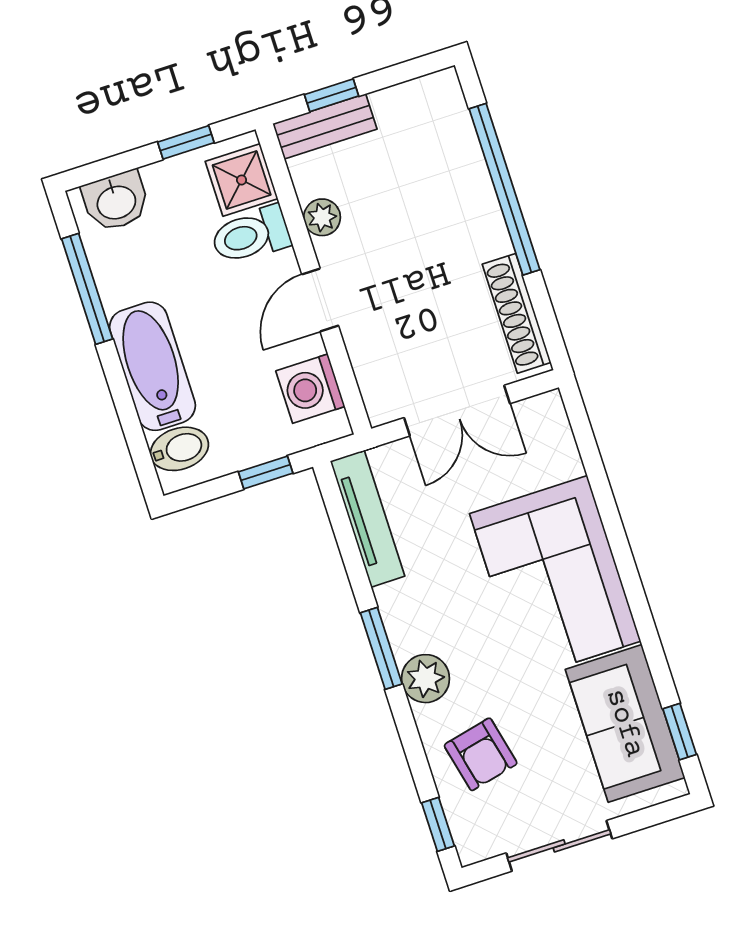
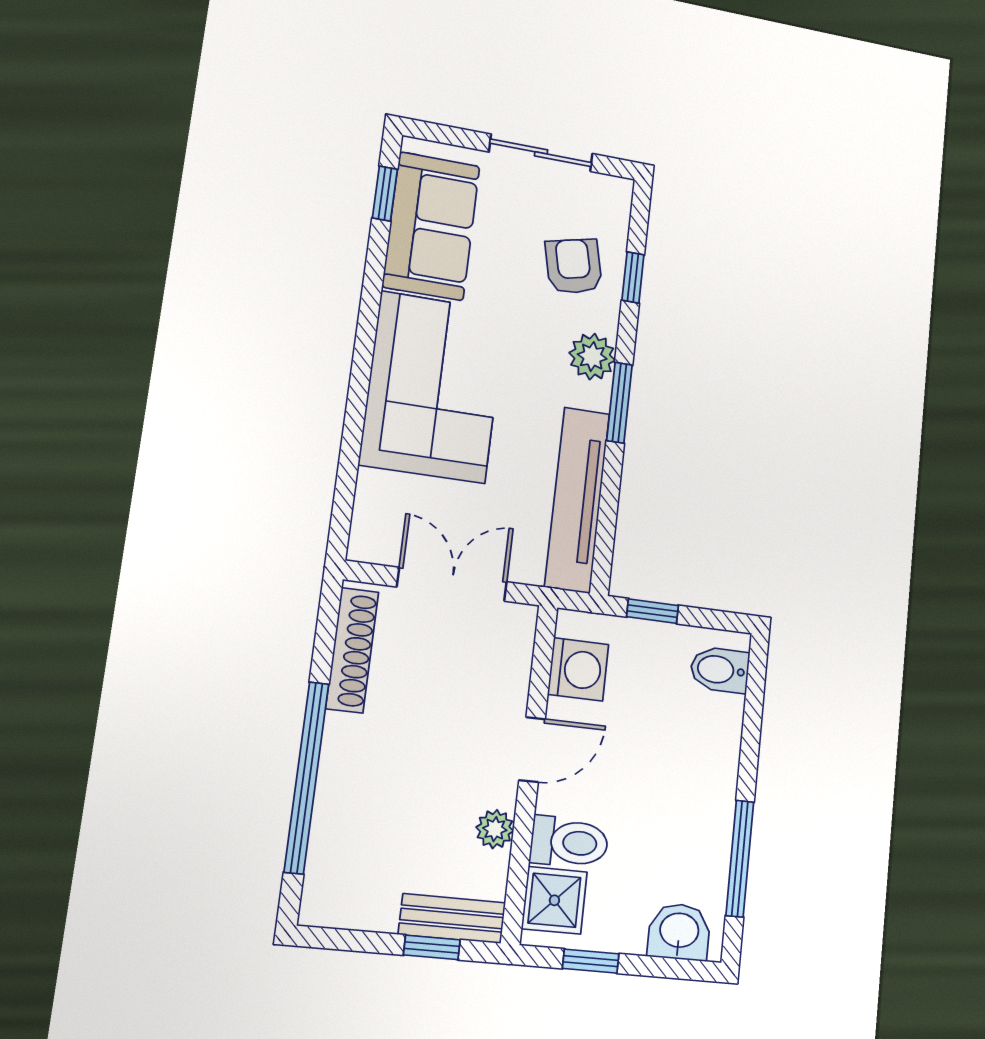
bathtub: (153, 366) -> (712, 758), removed
tv unit: (368, 519) -> (577, 500), width x1.36, depth x1.29
window: (438, 824) -> (633, 277), moved

